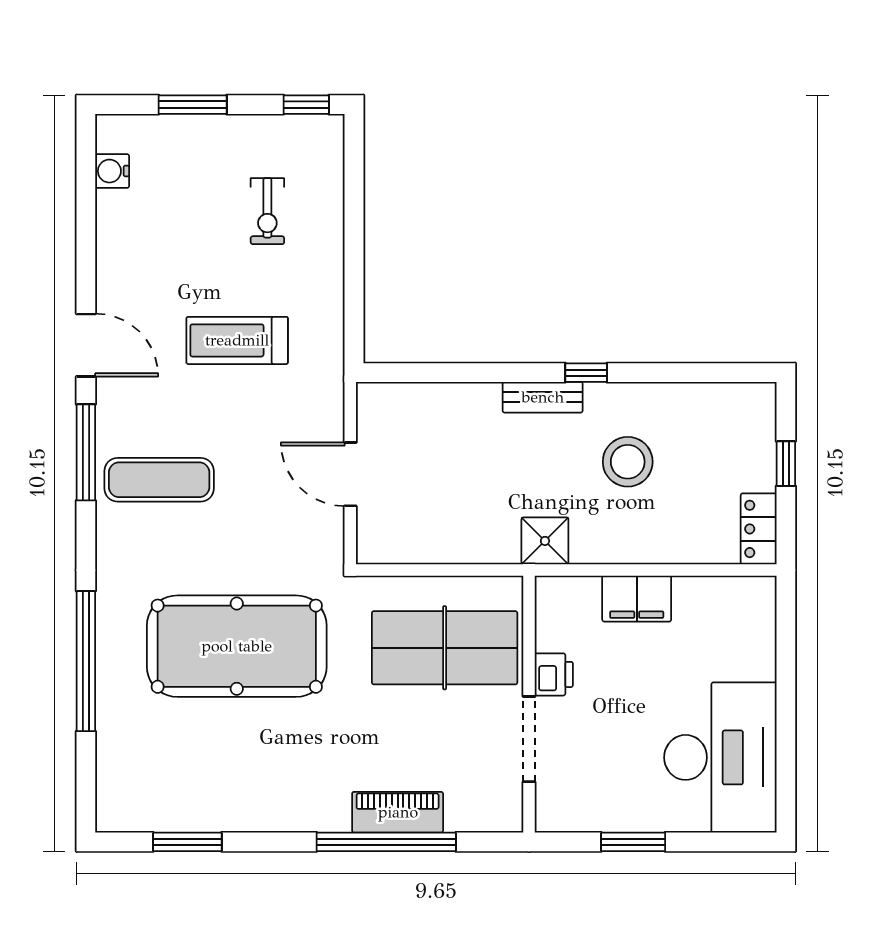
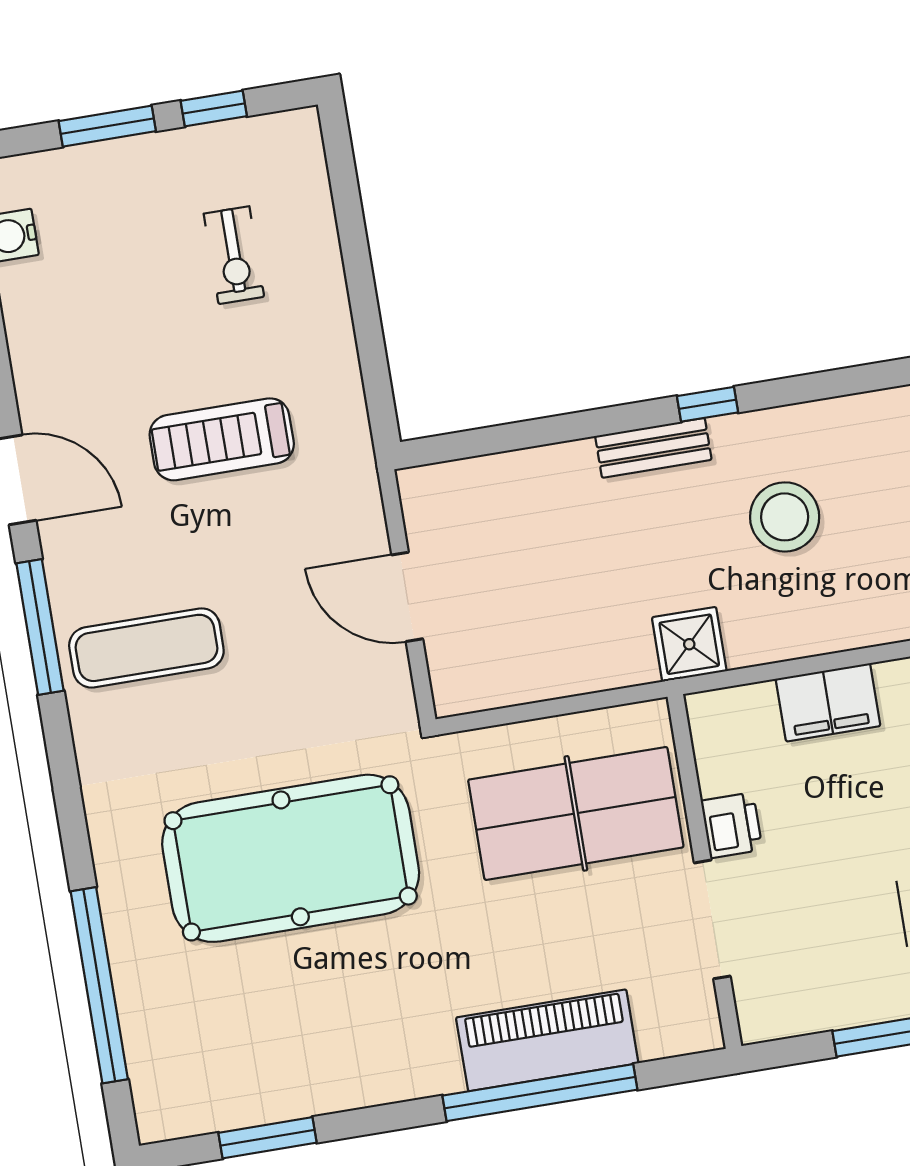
window: (306, 105) -> (214, 108), moved
window: (86, 661) -> (99, 985), moved
piano: (398, 812) -> (547, 1040), width x1.37, depth x1.33

